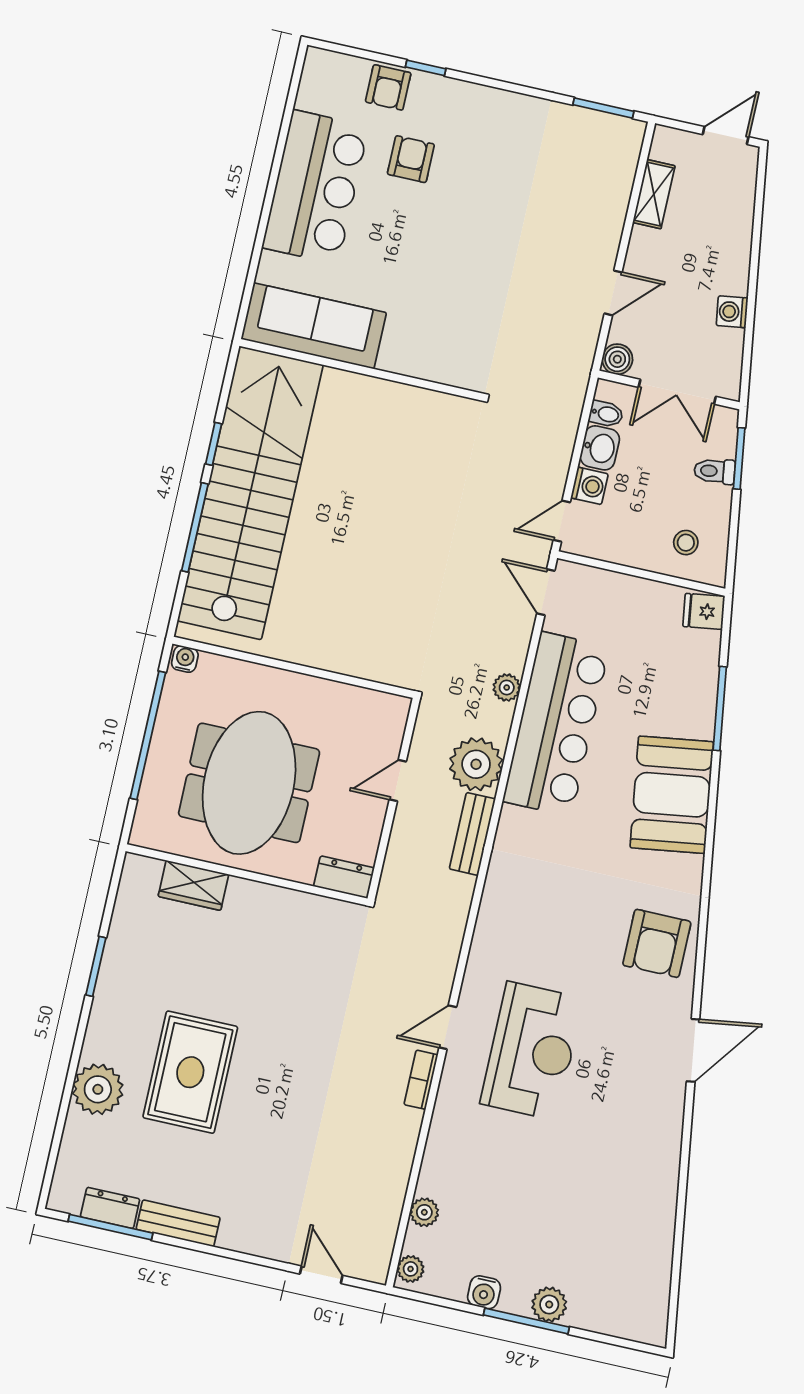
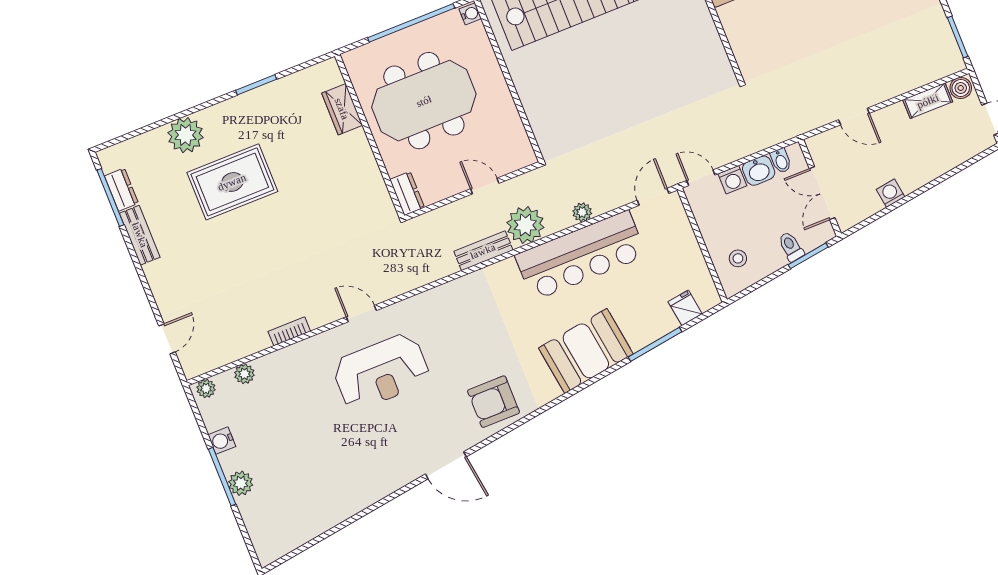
boiler: (617, 359) -> (961, 88), moved
fridge: (704, 611) -> (685, 308), moved
bookcase: (421, 1080) -> (289, 331), moved

